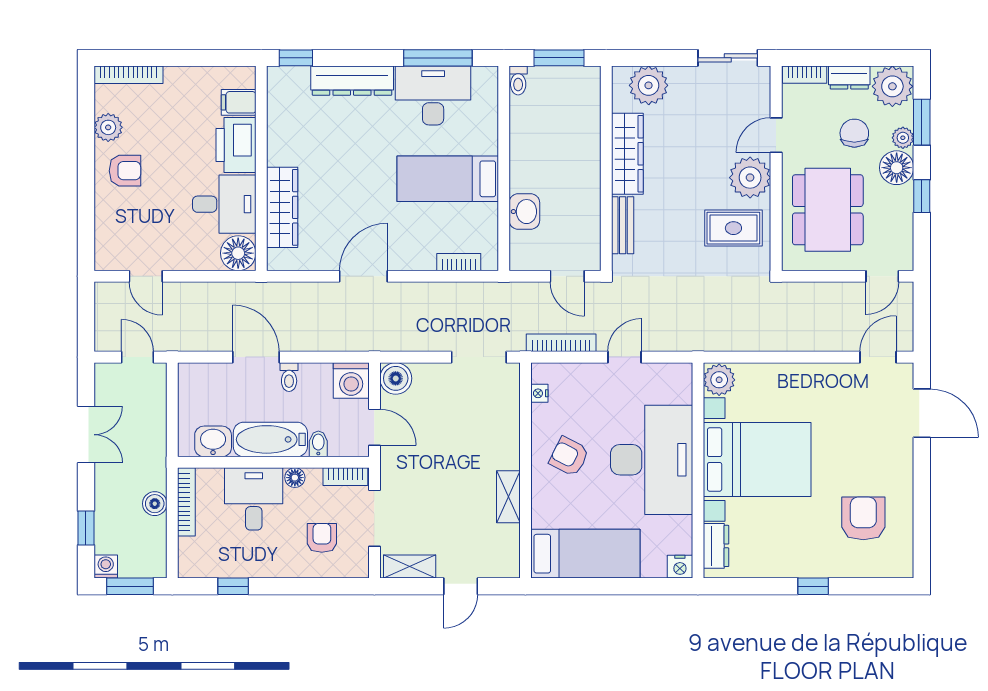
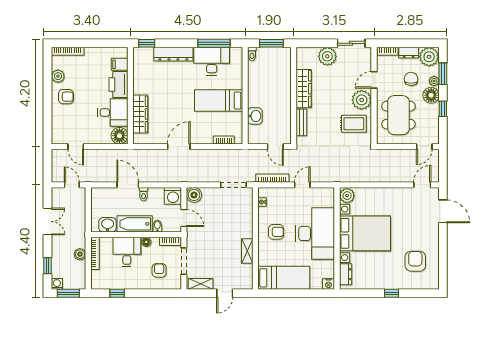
plant: (649, 85) -> (327, 56), moved
armchair: (569, 456) -> (276, 232), turned 153

